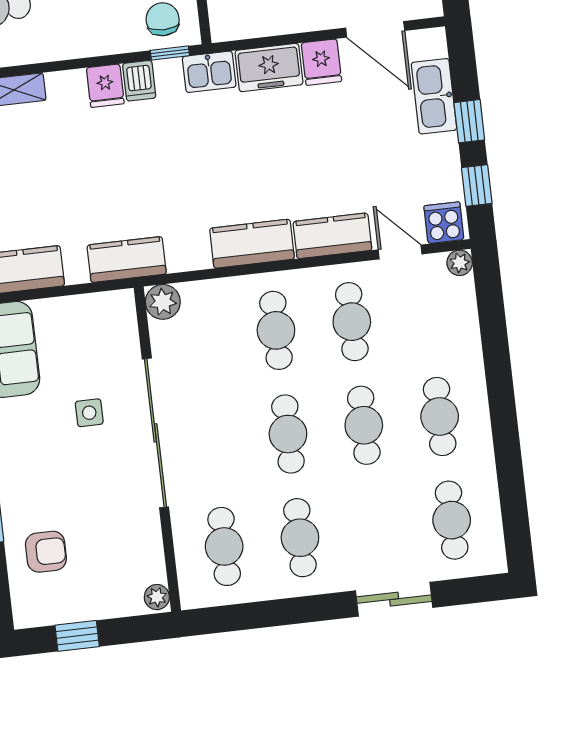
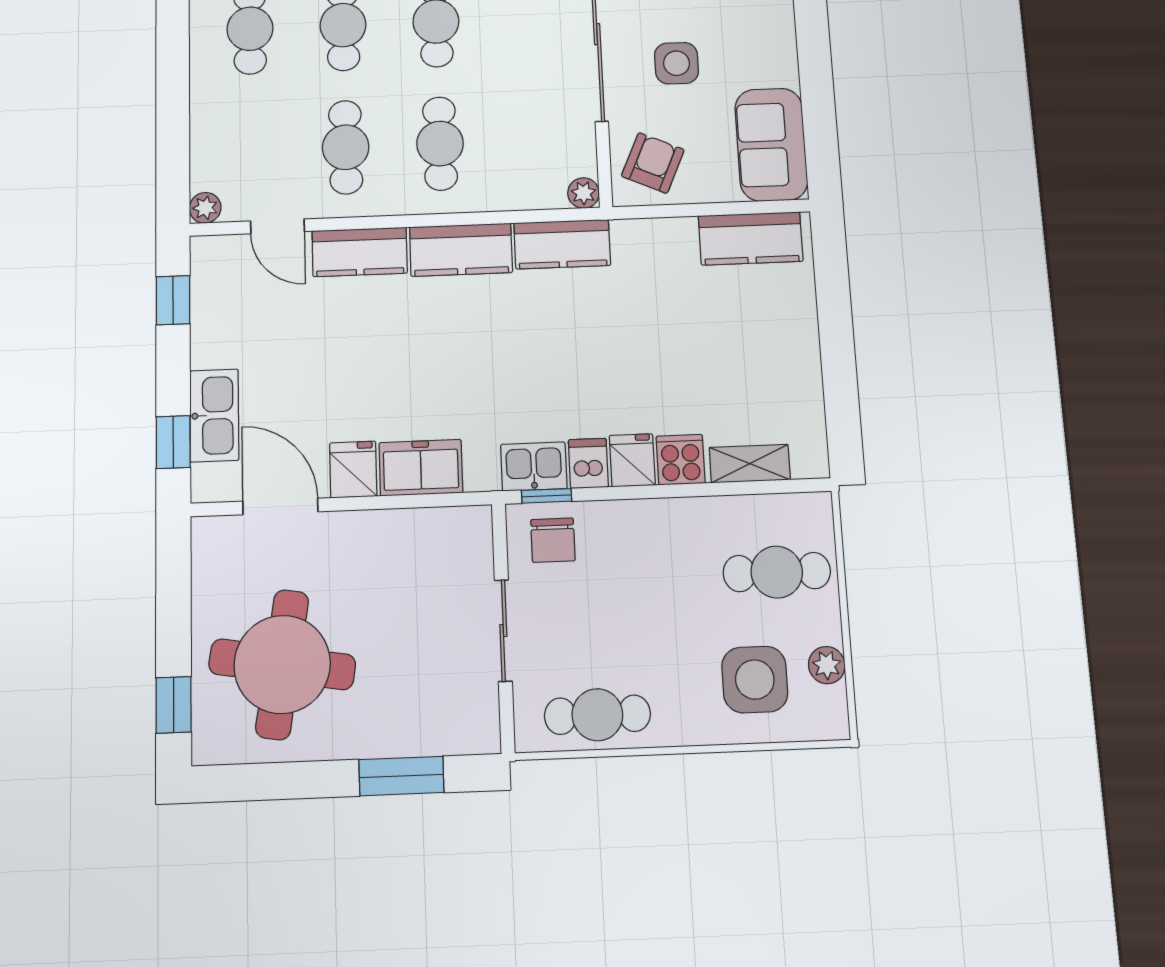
kitchen sink: (209, 72) -> (534, 467), moved
window: (469, 121) -> (173, 442), moved
cooker: (444, 223) -> (681, 460), moved, turned 180
kitchen counter: (127, 260) -> (562, 244), moved
plant: (163, 302) -> (583, 193), width x0.73, depth x0.73
armchair: (104, 327) -> (653, 163), added
side table: (89, 413) -> (676, 63), width x1.37, depth x1.37

